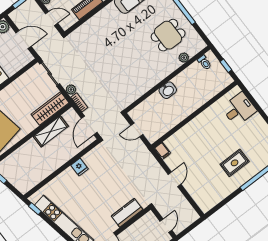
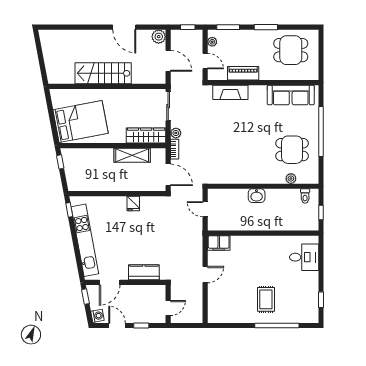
fireplace: (89, 28) -> (230, 92), added
door: (89, 125) -> (168, 175), swing flipped
filing cabinet: (162, 151) -> (219, 243), width x2.00
rug: (235, 163) -> (266, 299), turned 90

